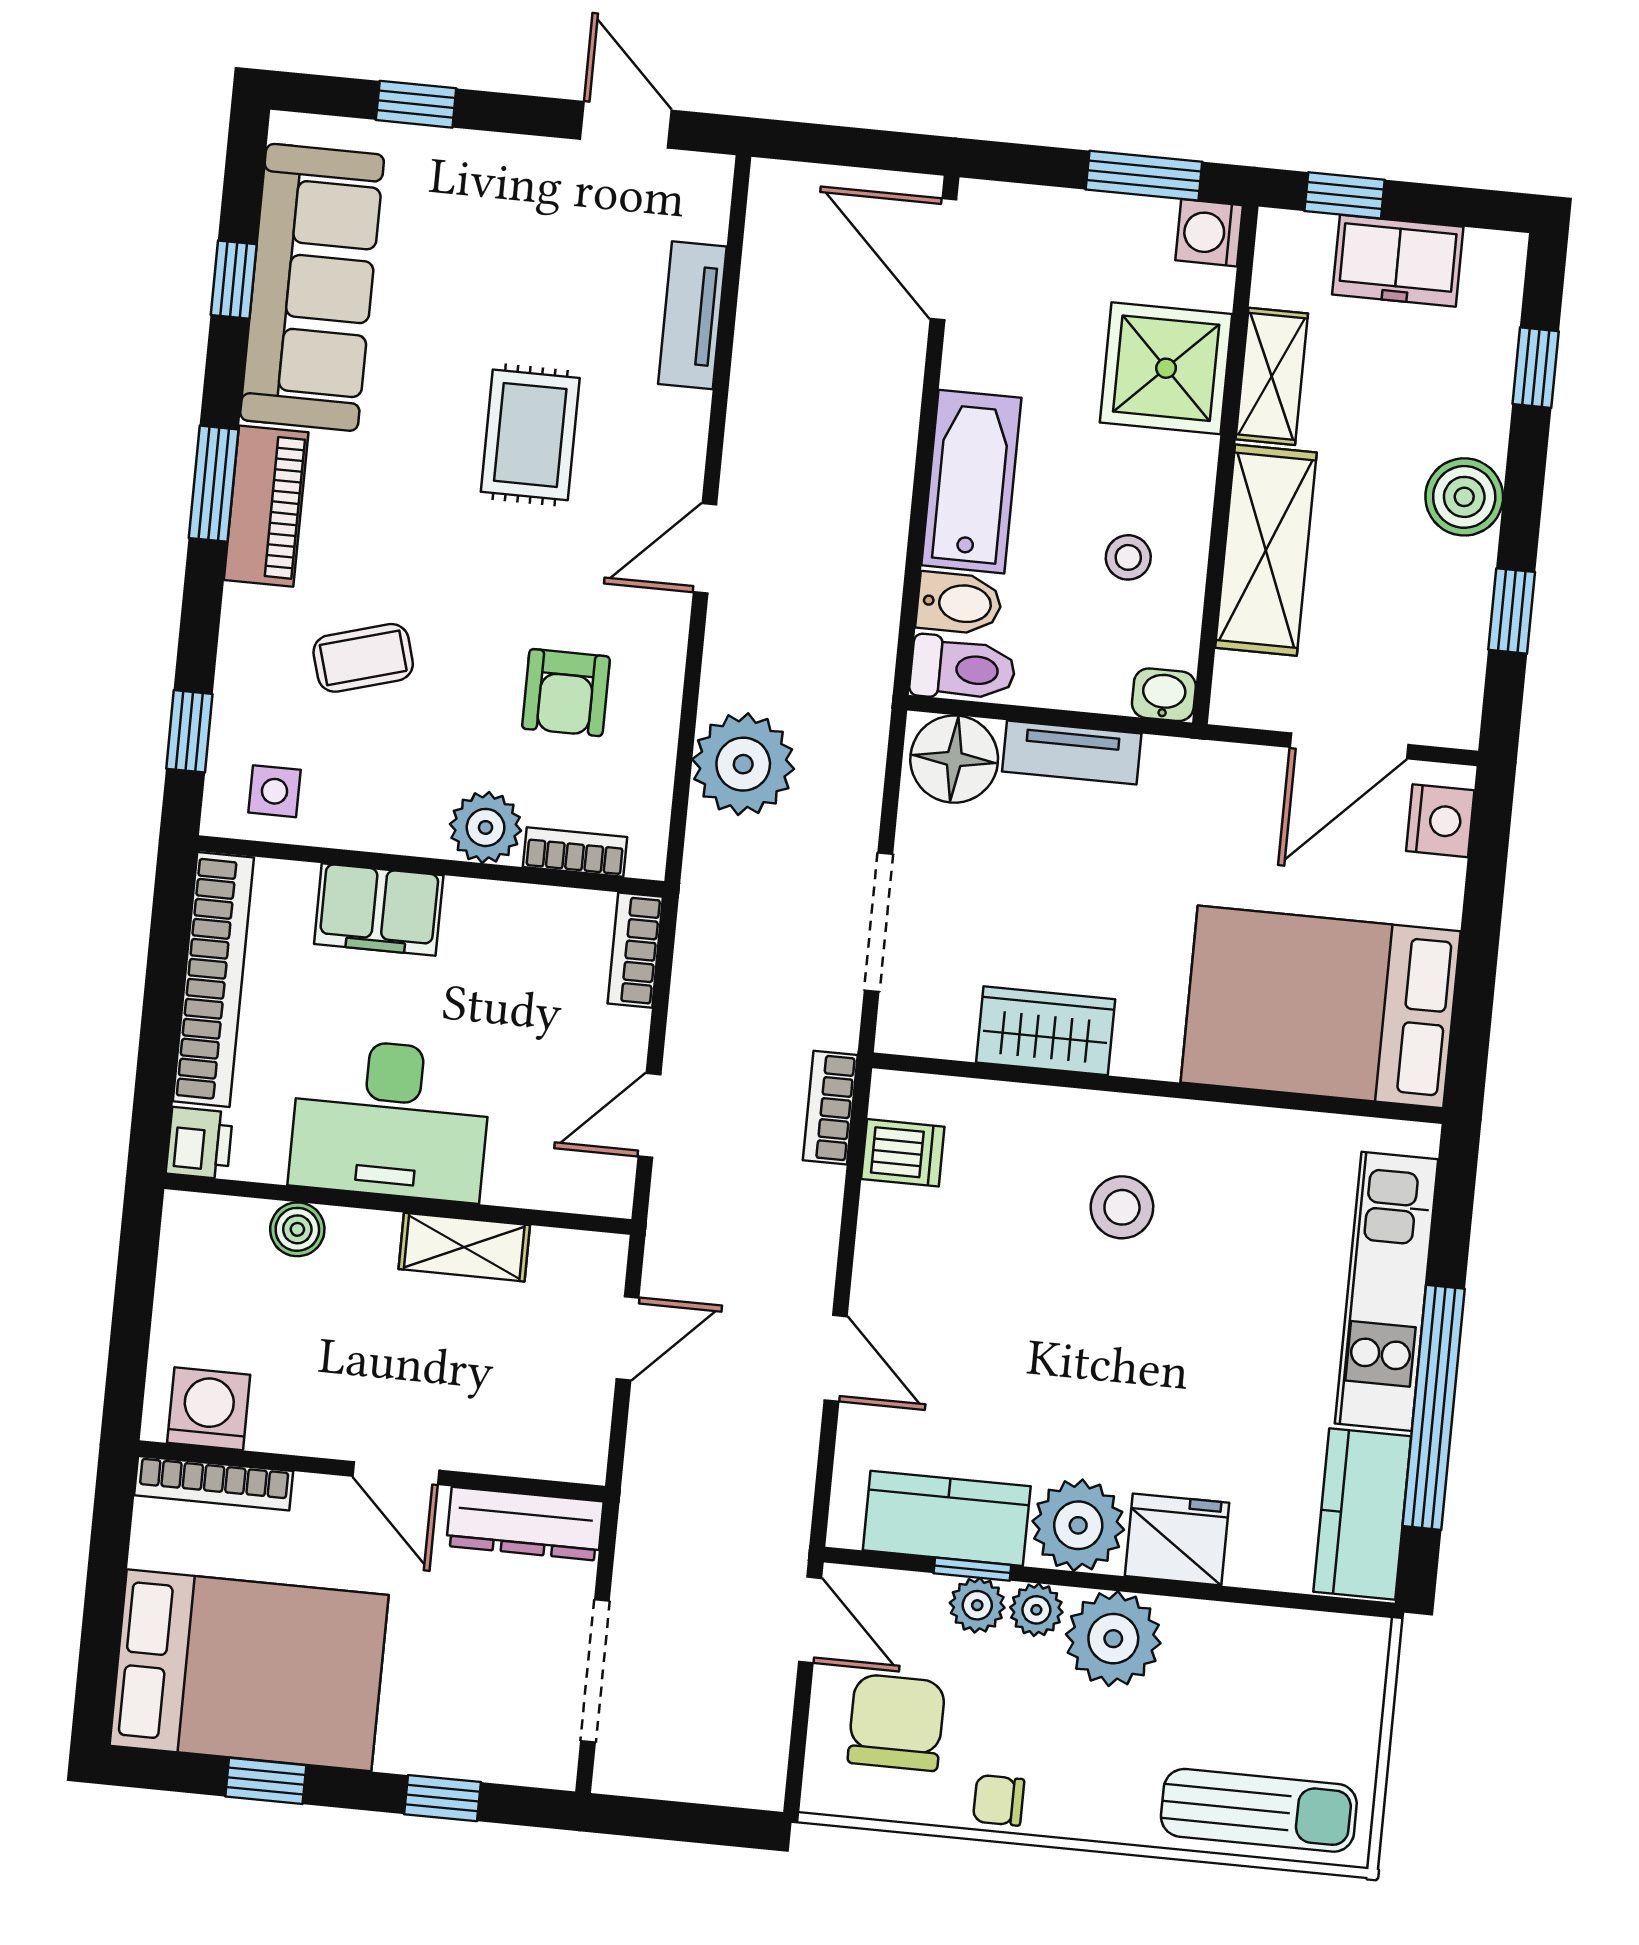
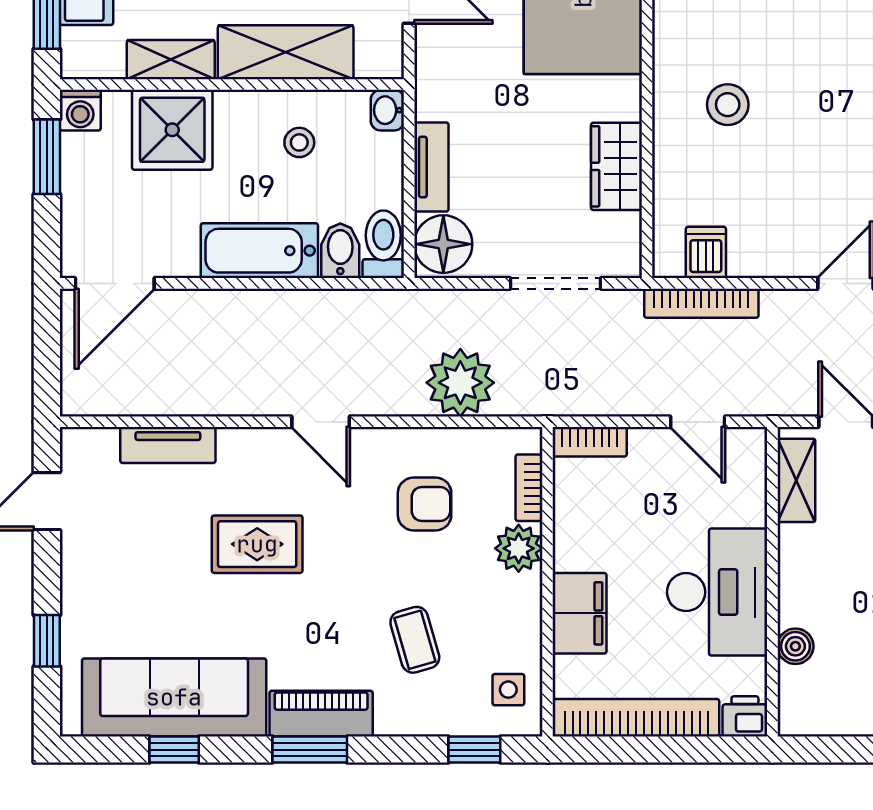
bookcase: (830, 1108) -> (701, 303), width x1.56
shelving: (464, 1247) -> (796, 480), moved

